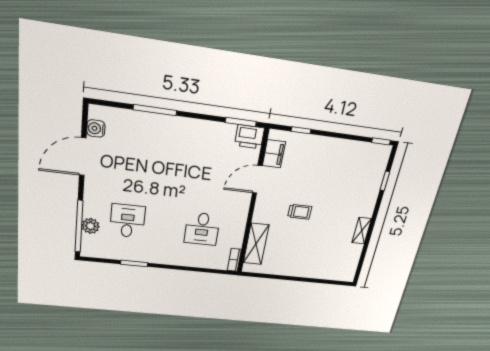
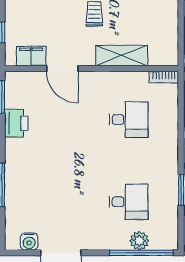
printer: (250, 137) -> (16, 123), moved
desk: (127, 221) -> (129, 202), turned 180
shelving: (256, 244) -> (122, 56), moved

